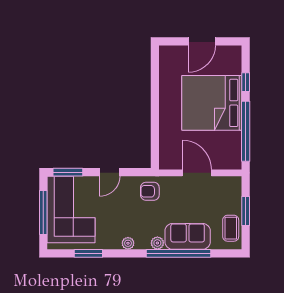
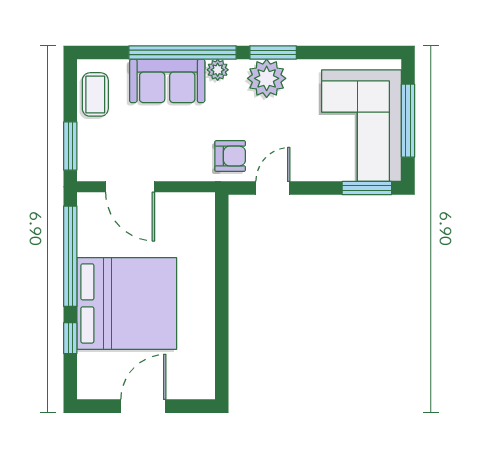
door: (110, 172) -> (273, 188), moved
door: (197, 173) -> (130, 187), moved
window: (246, 211) -> (70, 146), moved
plant: (128, 243) -> (267, 78), width x1.88, depth x1.88
window: (88, 253) -> (273, 52), moved

